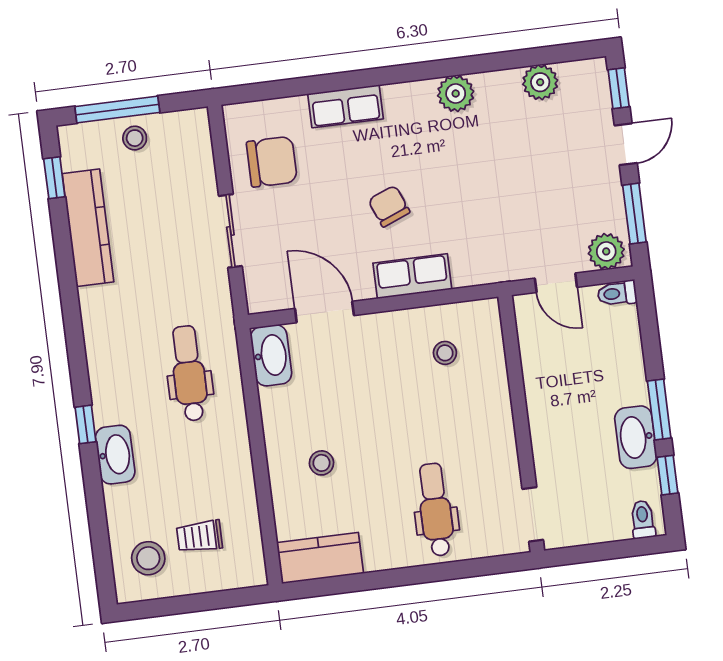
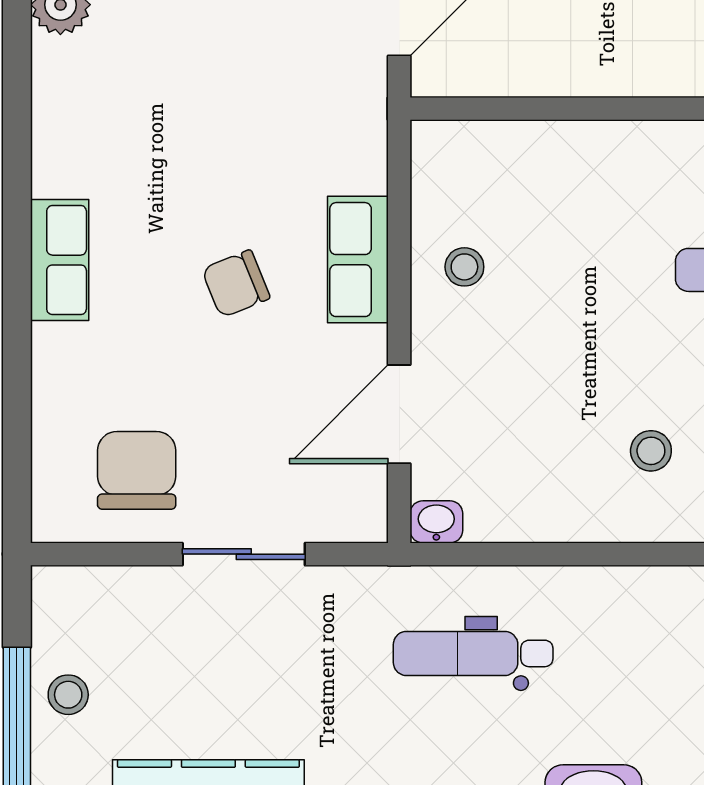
plant: (456, 93) -> (61, 148), removed
row of seats: (346, 106) -> (60, 260), moved
stool: (445, 353) -> (464, 267), moved
washbasin: (271, 355) -> (436, 522), width x0.52, depth x0.69

